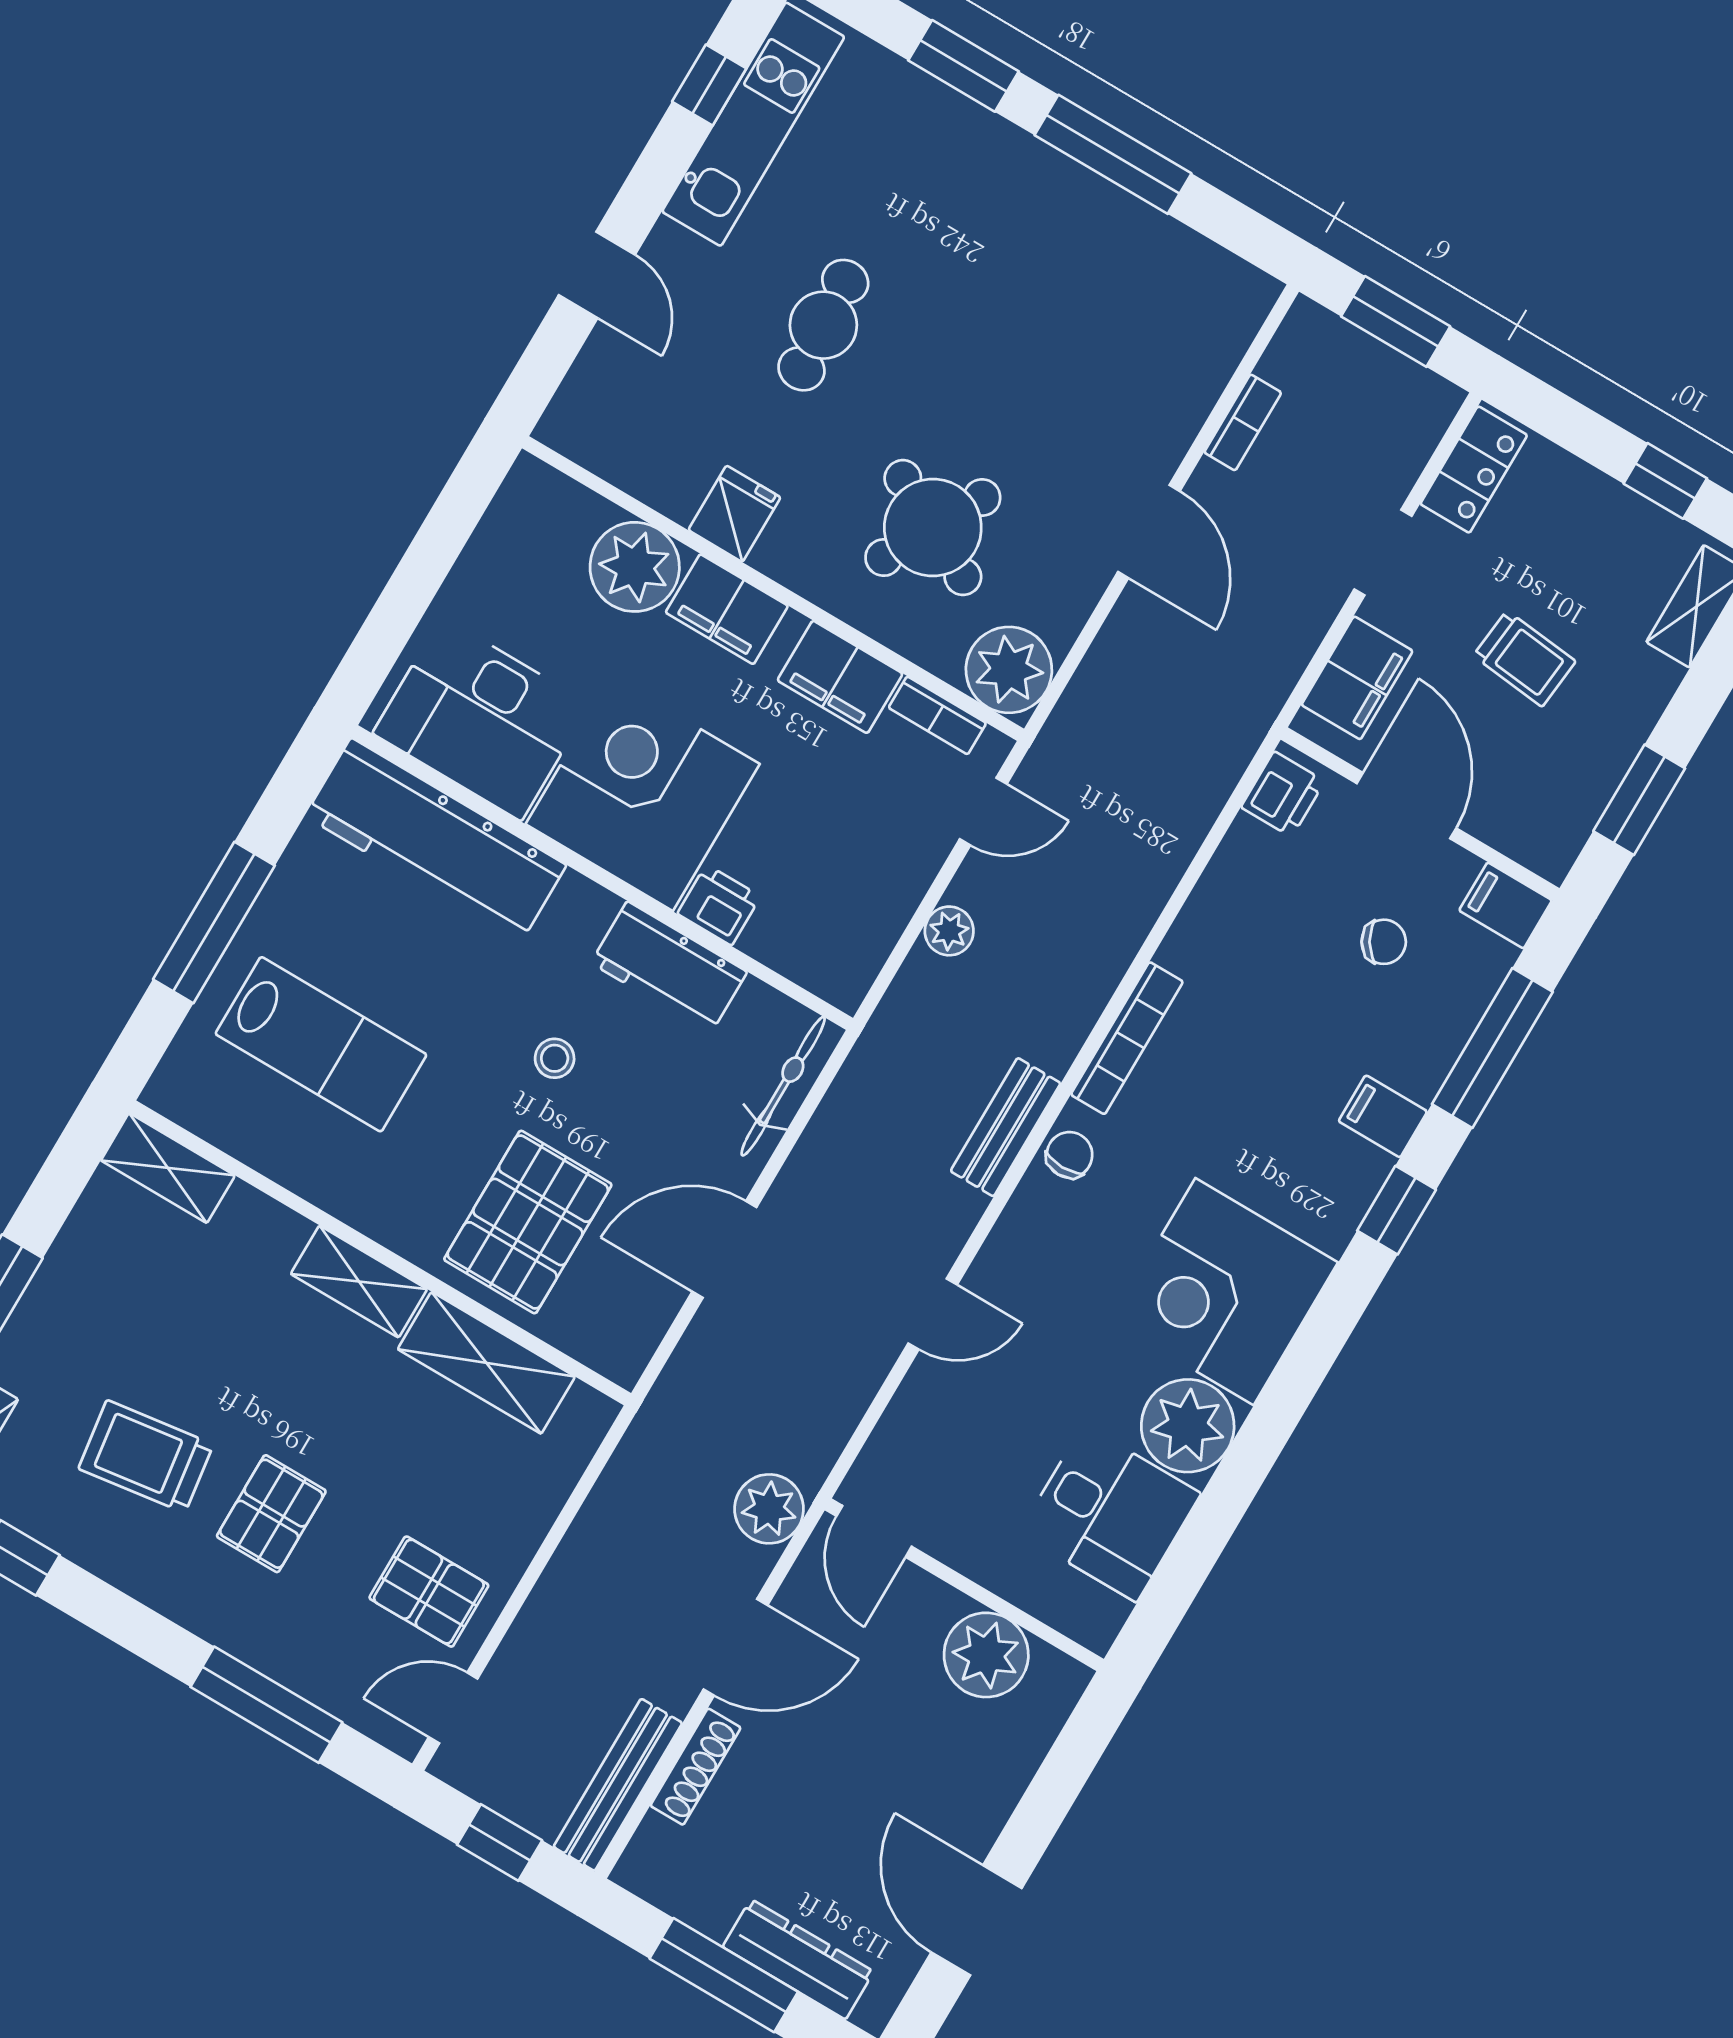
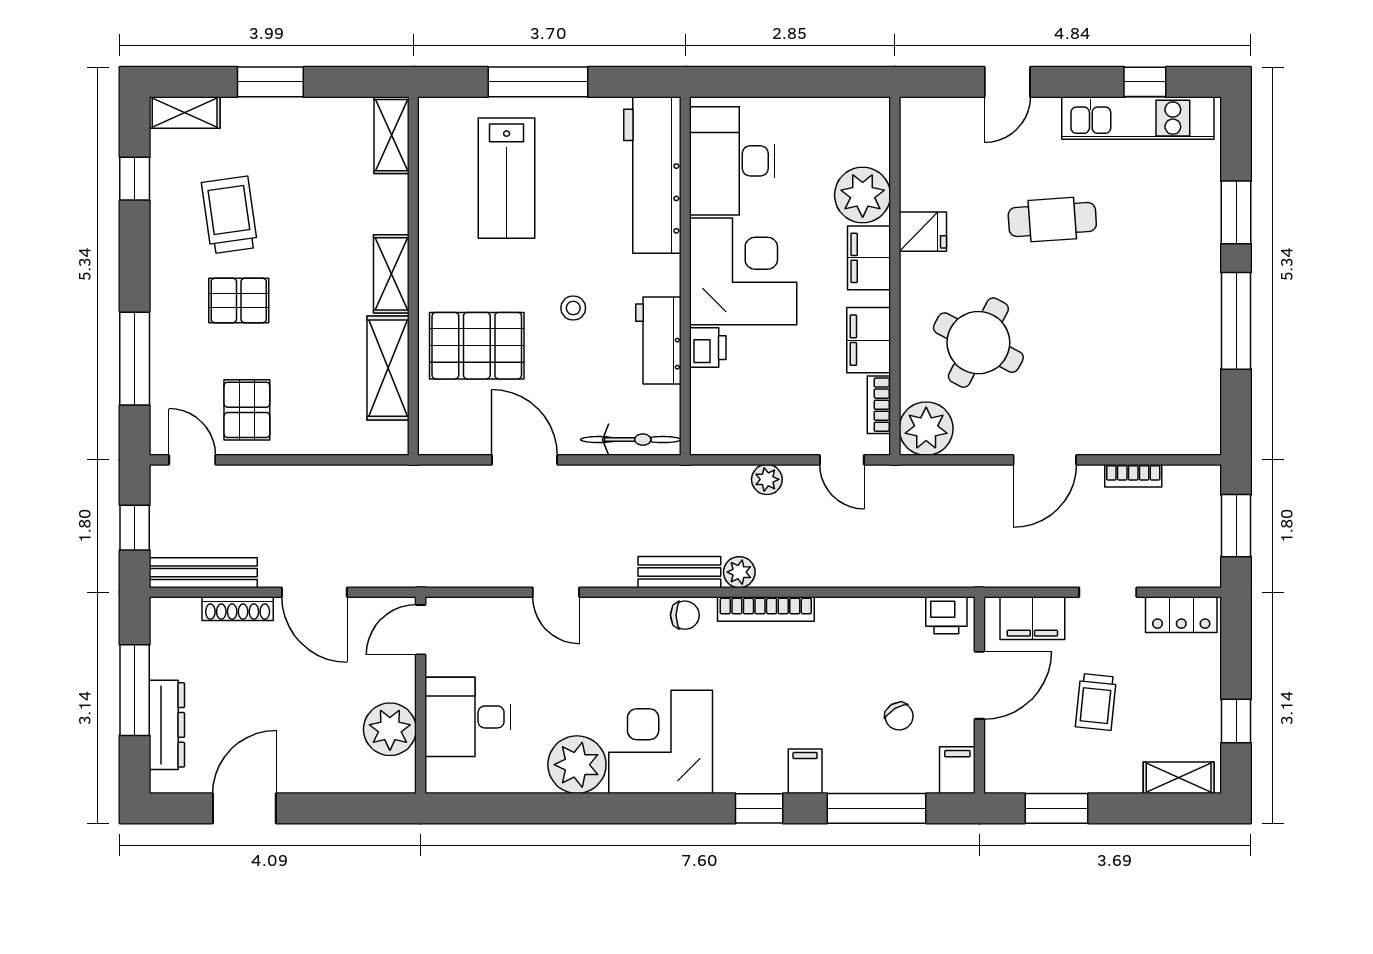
plant: (769, 1509) -> (739, 572), moved, width x0.73, depth x0.73
desk: (1110, 1513) -> (468, 717), moved, turned 90

